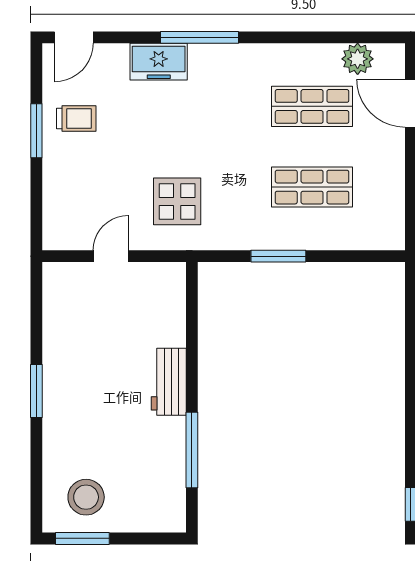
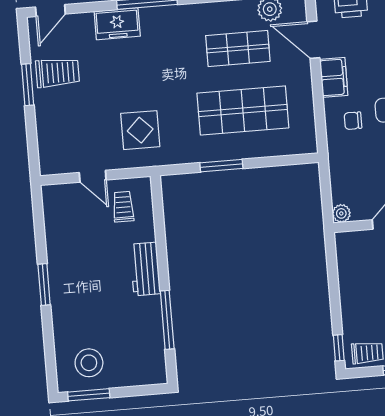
trolley: (76, 118) -> (58, 73), width x1.36, depth x1.39
shop shelf: (312, 187) -> (243, 110), width x1.43, depth x1.36
door: (111, 256) -> (93, 176), swing flipped
trolley: (147, 299) -> (123, 207), added

